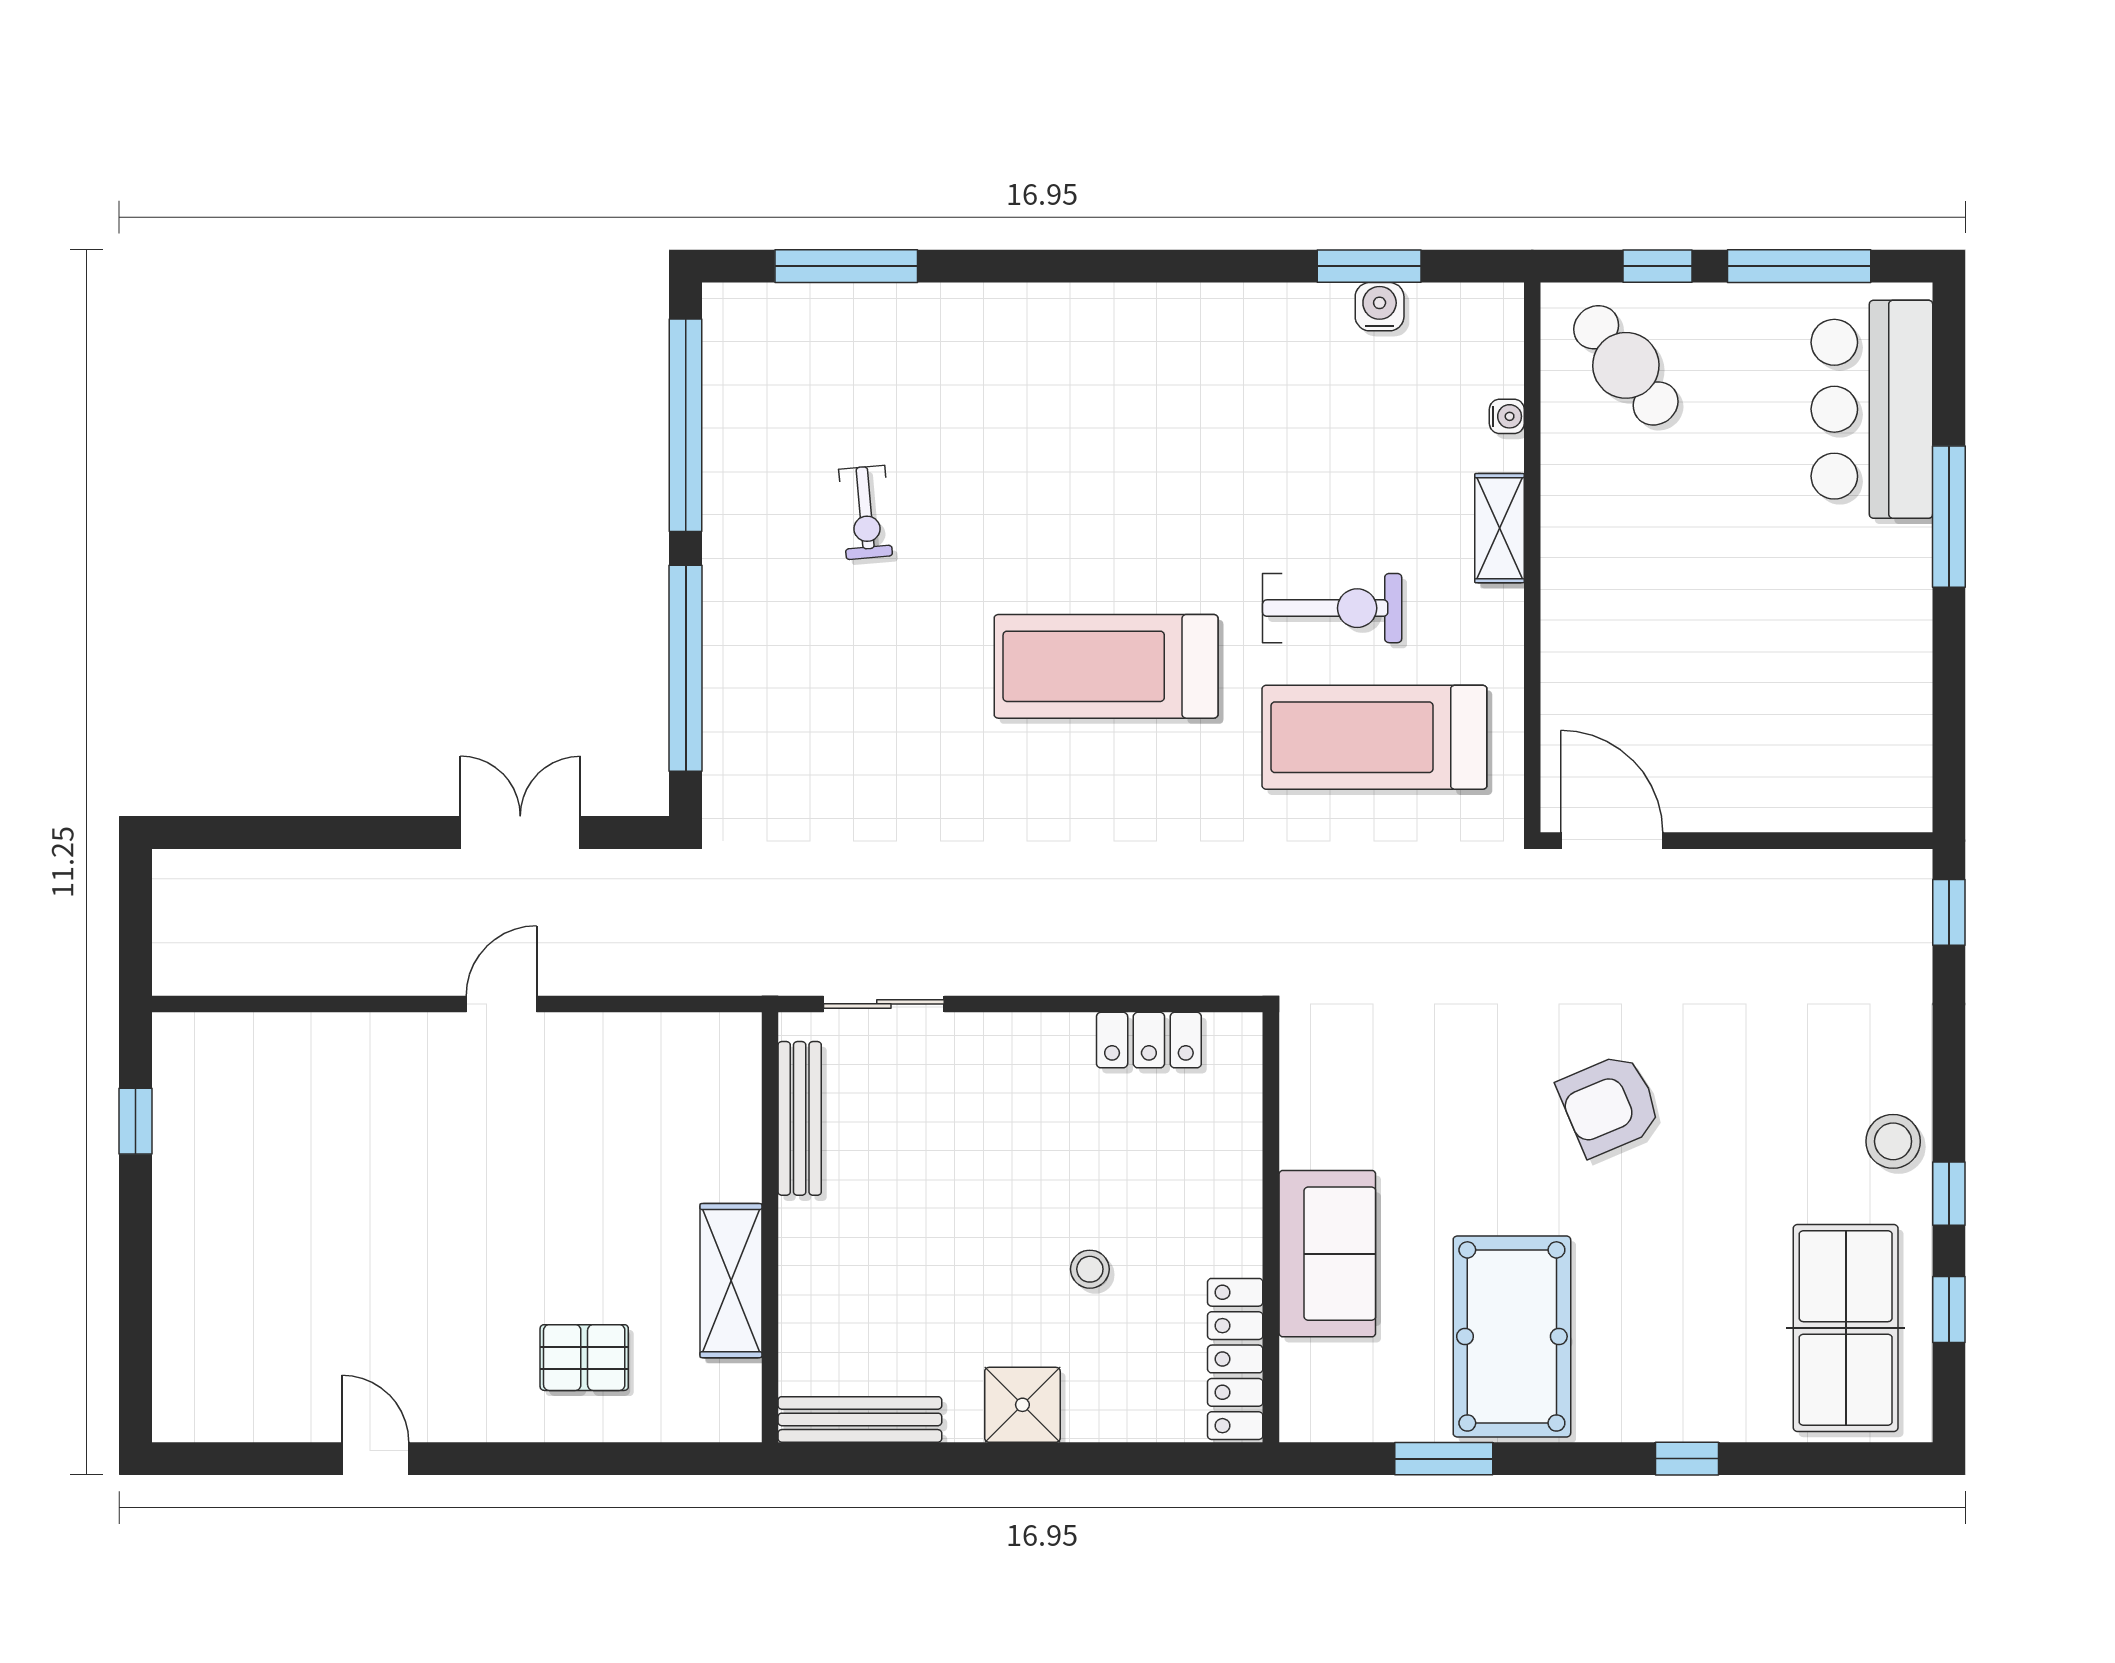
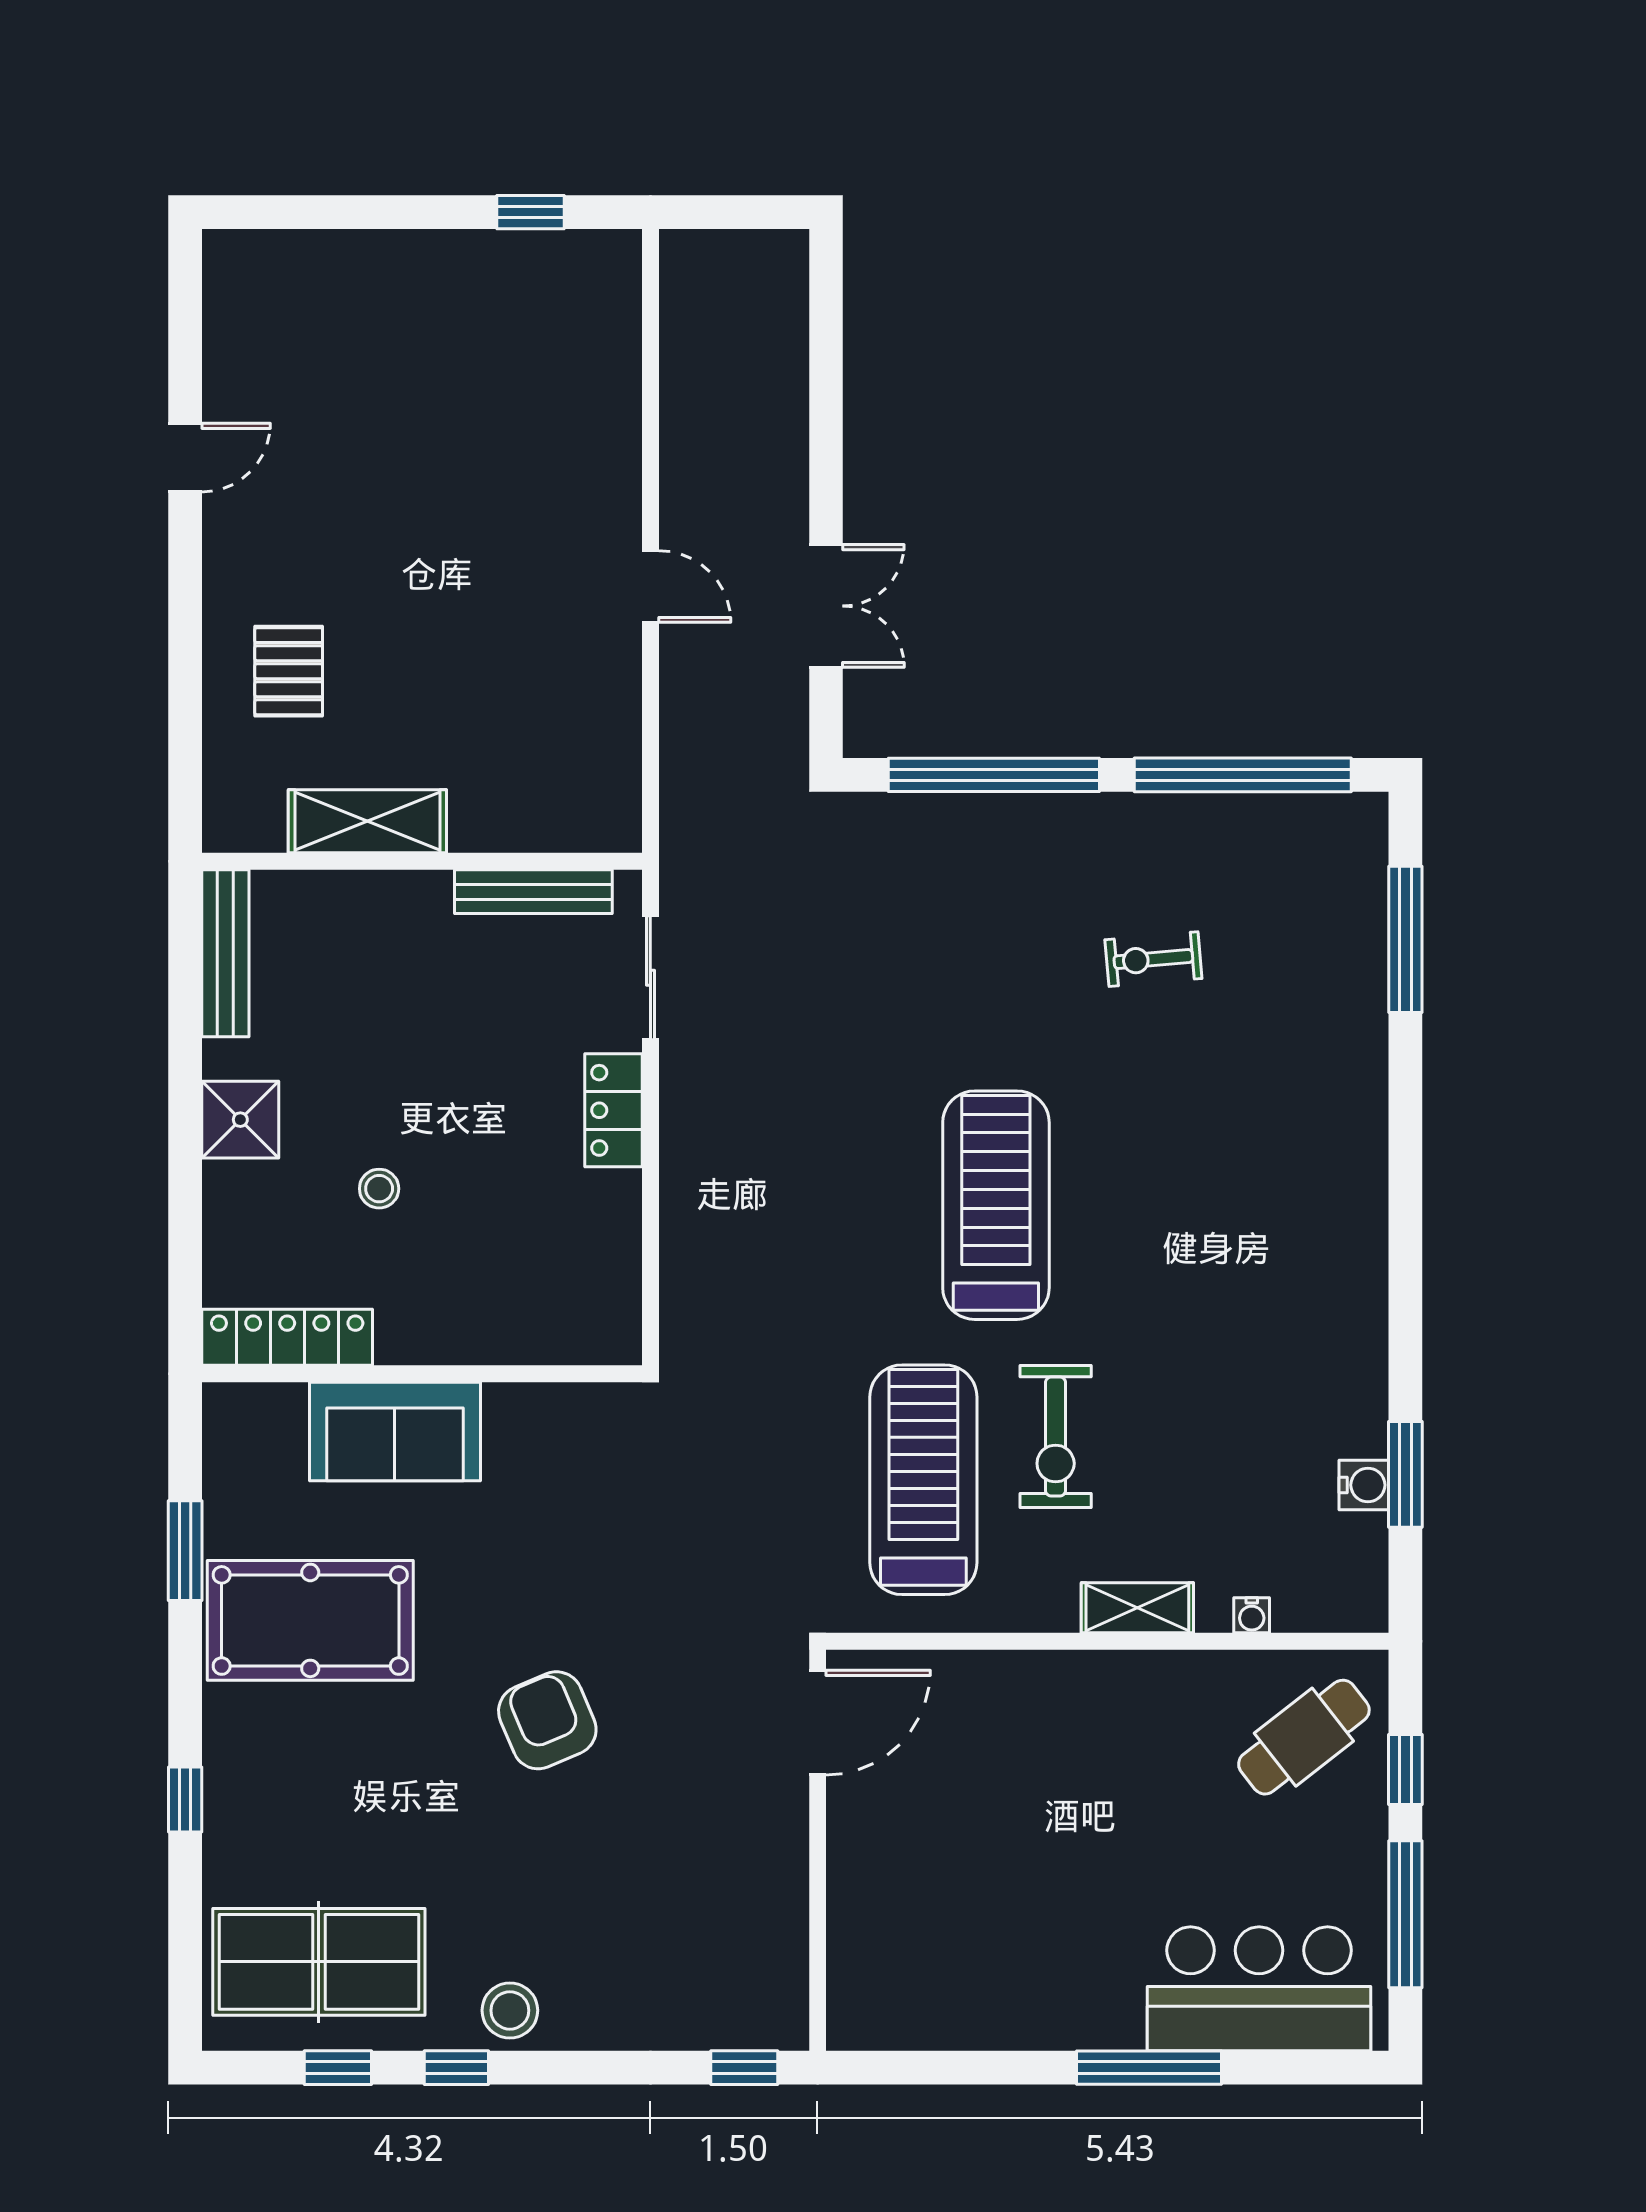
locker: (1149, 1040) -> (614, 1110), moved

